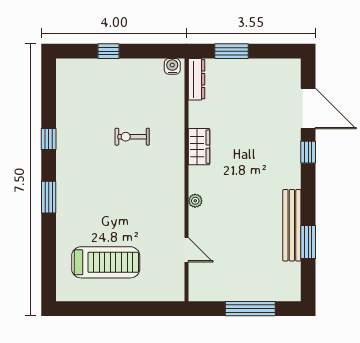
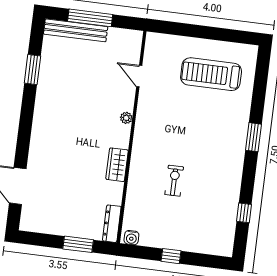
window: (108, 51) -> (171, 256), moved
exercise bike: (132, 137) -> (174, 181), turned -90
window: (49, 139) -> (244, 213), moved
window: (308, 152) -> (23, 148), removed
bench: (292, 225) -> (76, 30), moved, turned 90

